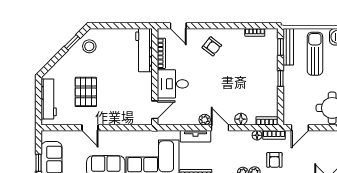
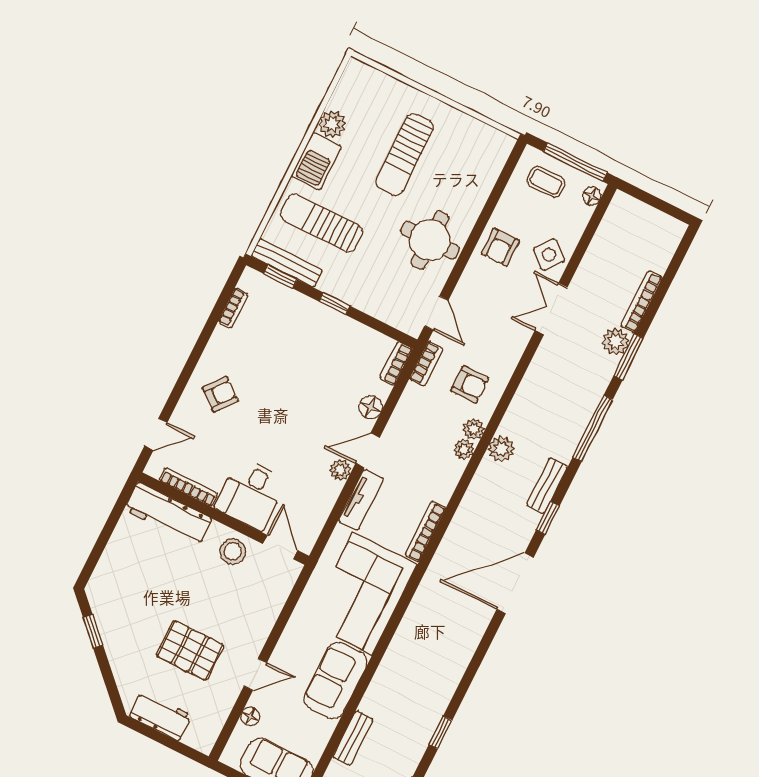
stool: (89, 46) -> (233, 551), moved
workbench: (49, 99) -> (160, 716), width x0.73
floor lamp: (257, 135) -> (250, 716), moved

